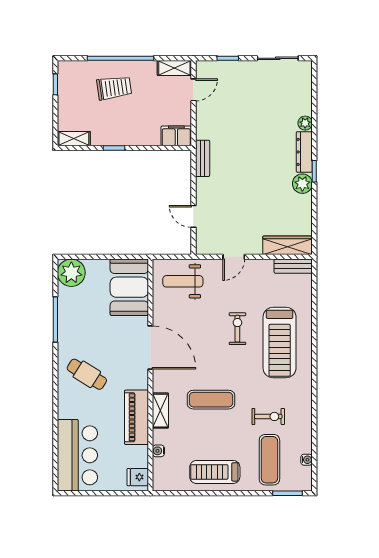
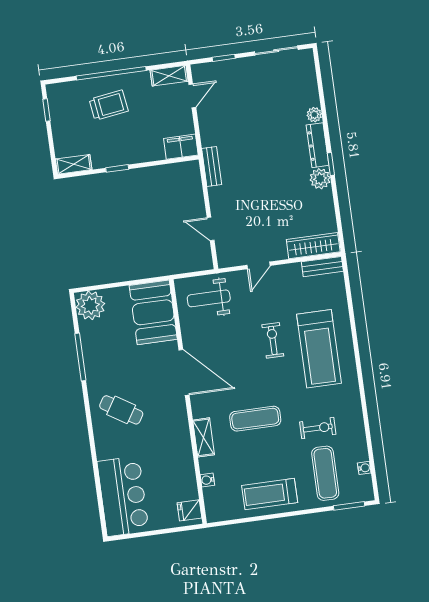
piano: (136, 417) -> (179, 448), removed

